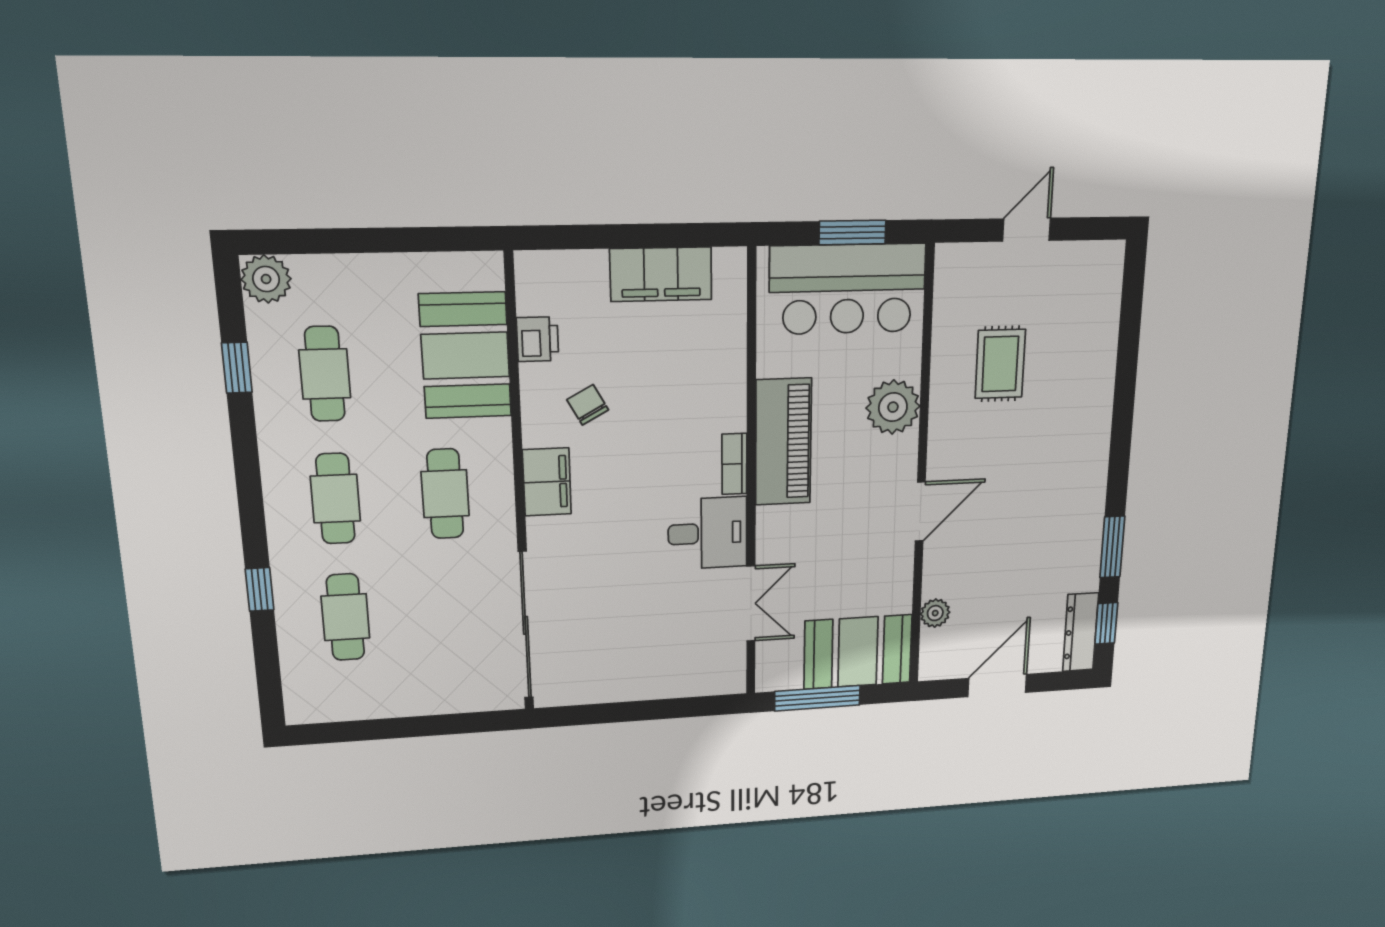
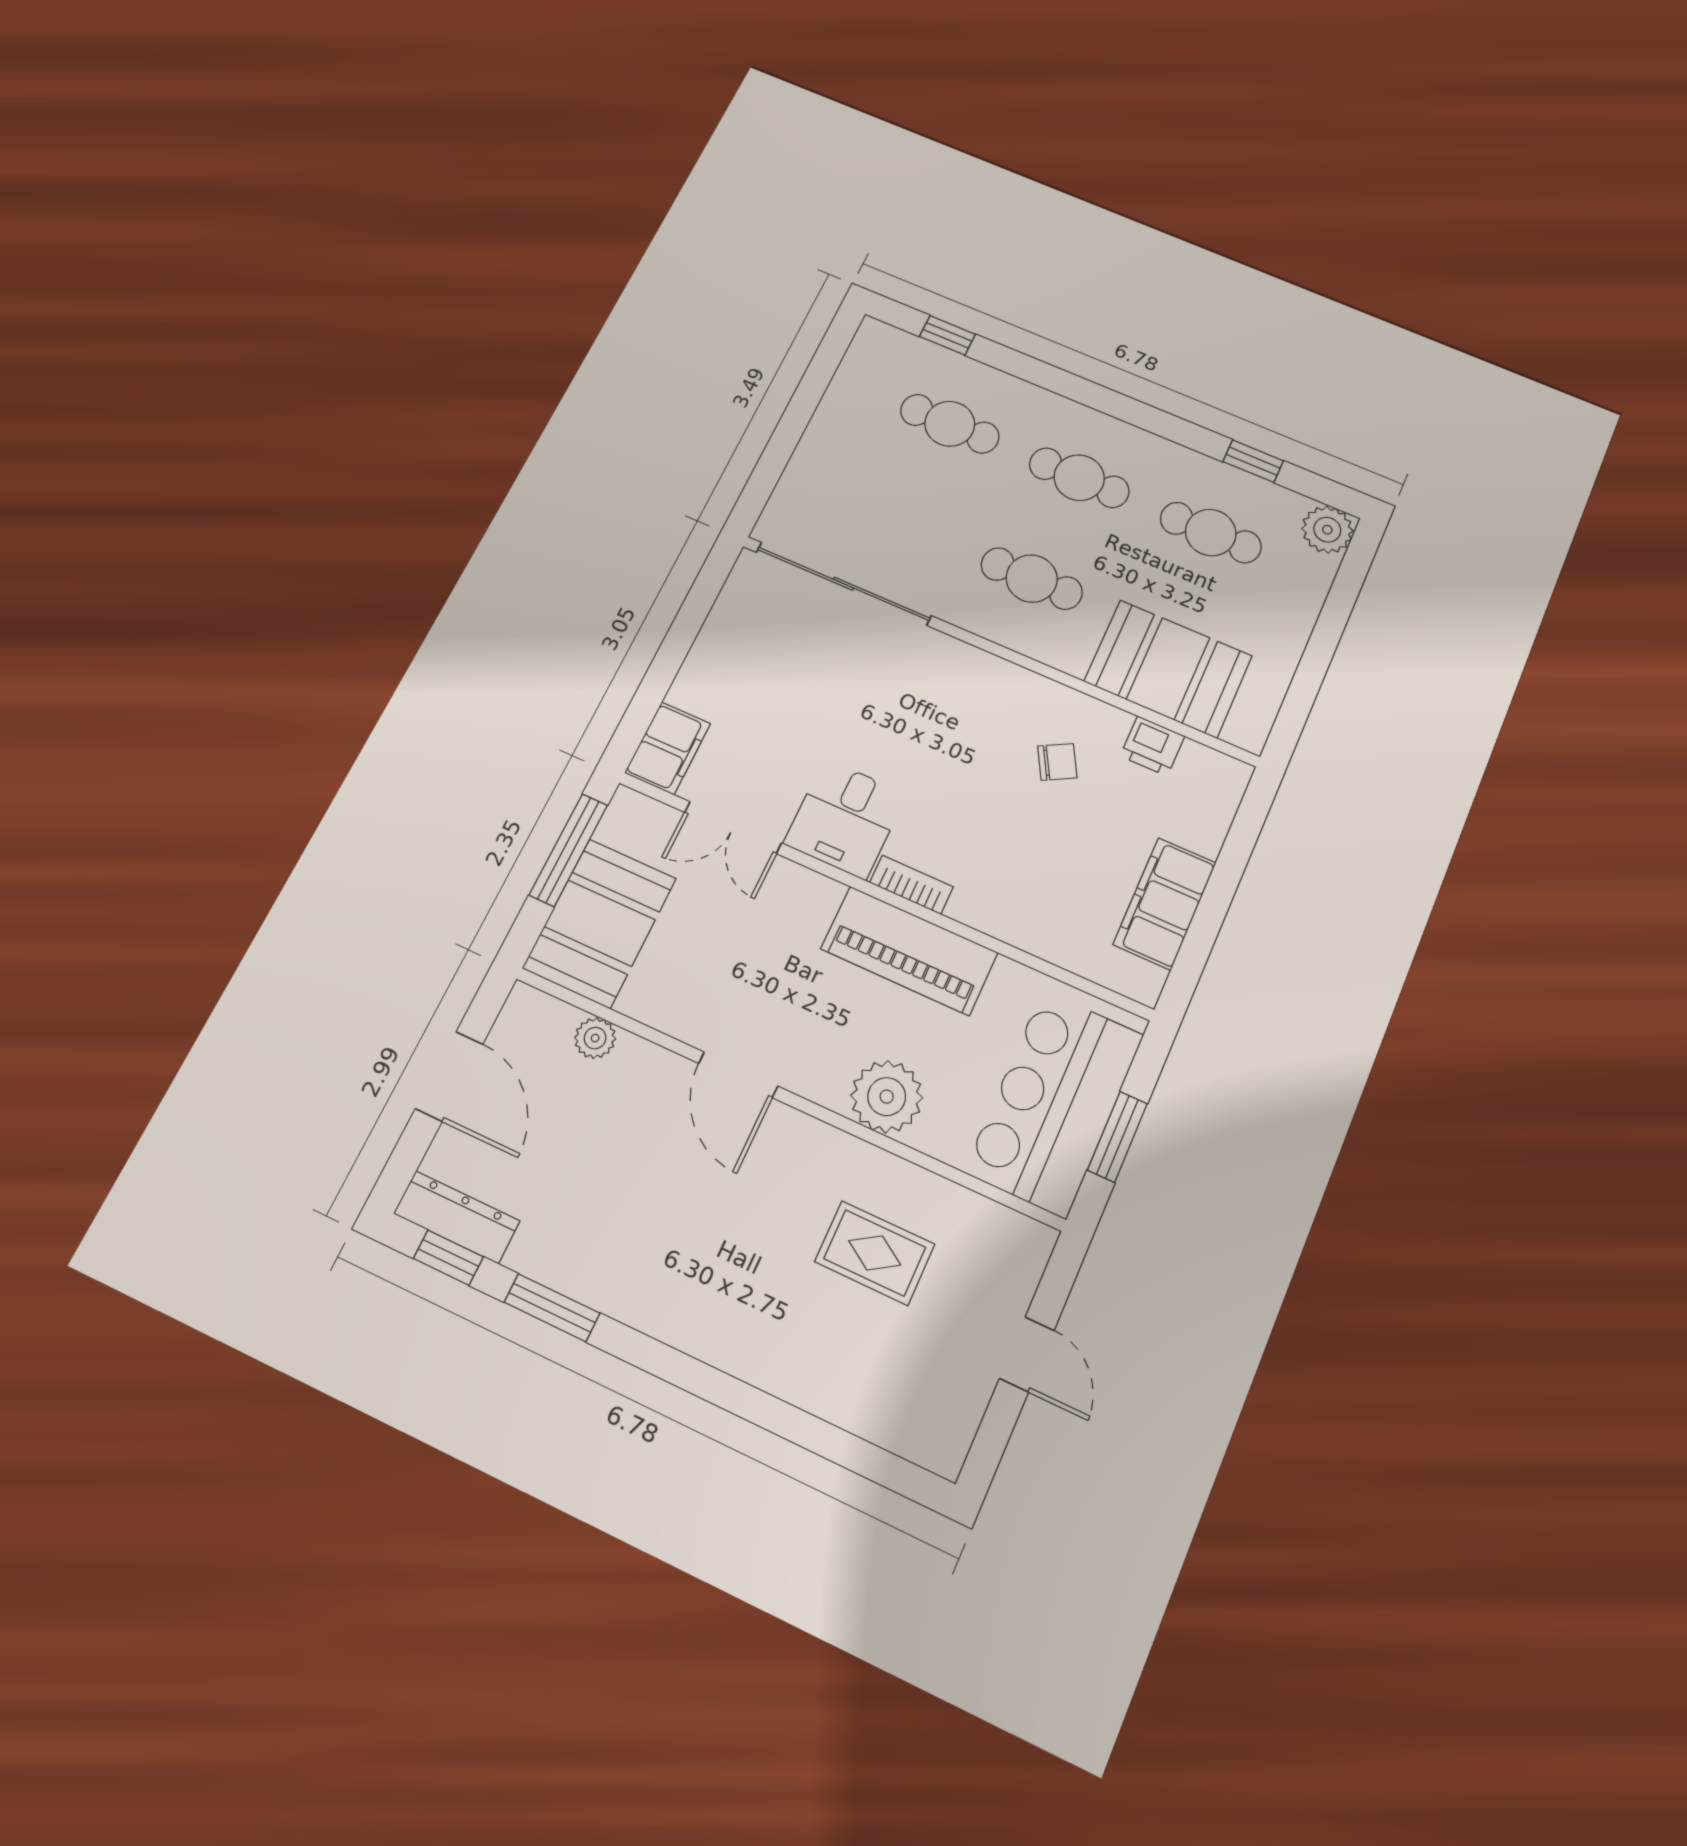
filing cabinet: (547, 482) -> (668, 748), moved, turned -90
window: (260, 589) -> (947, 335), moved

